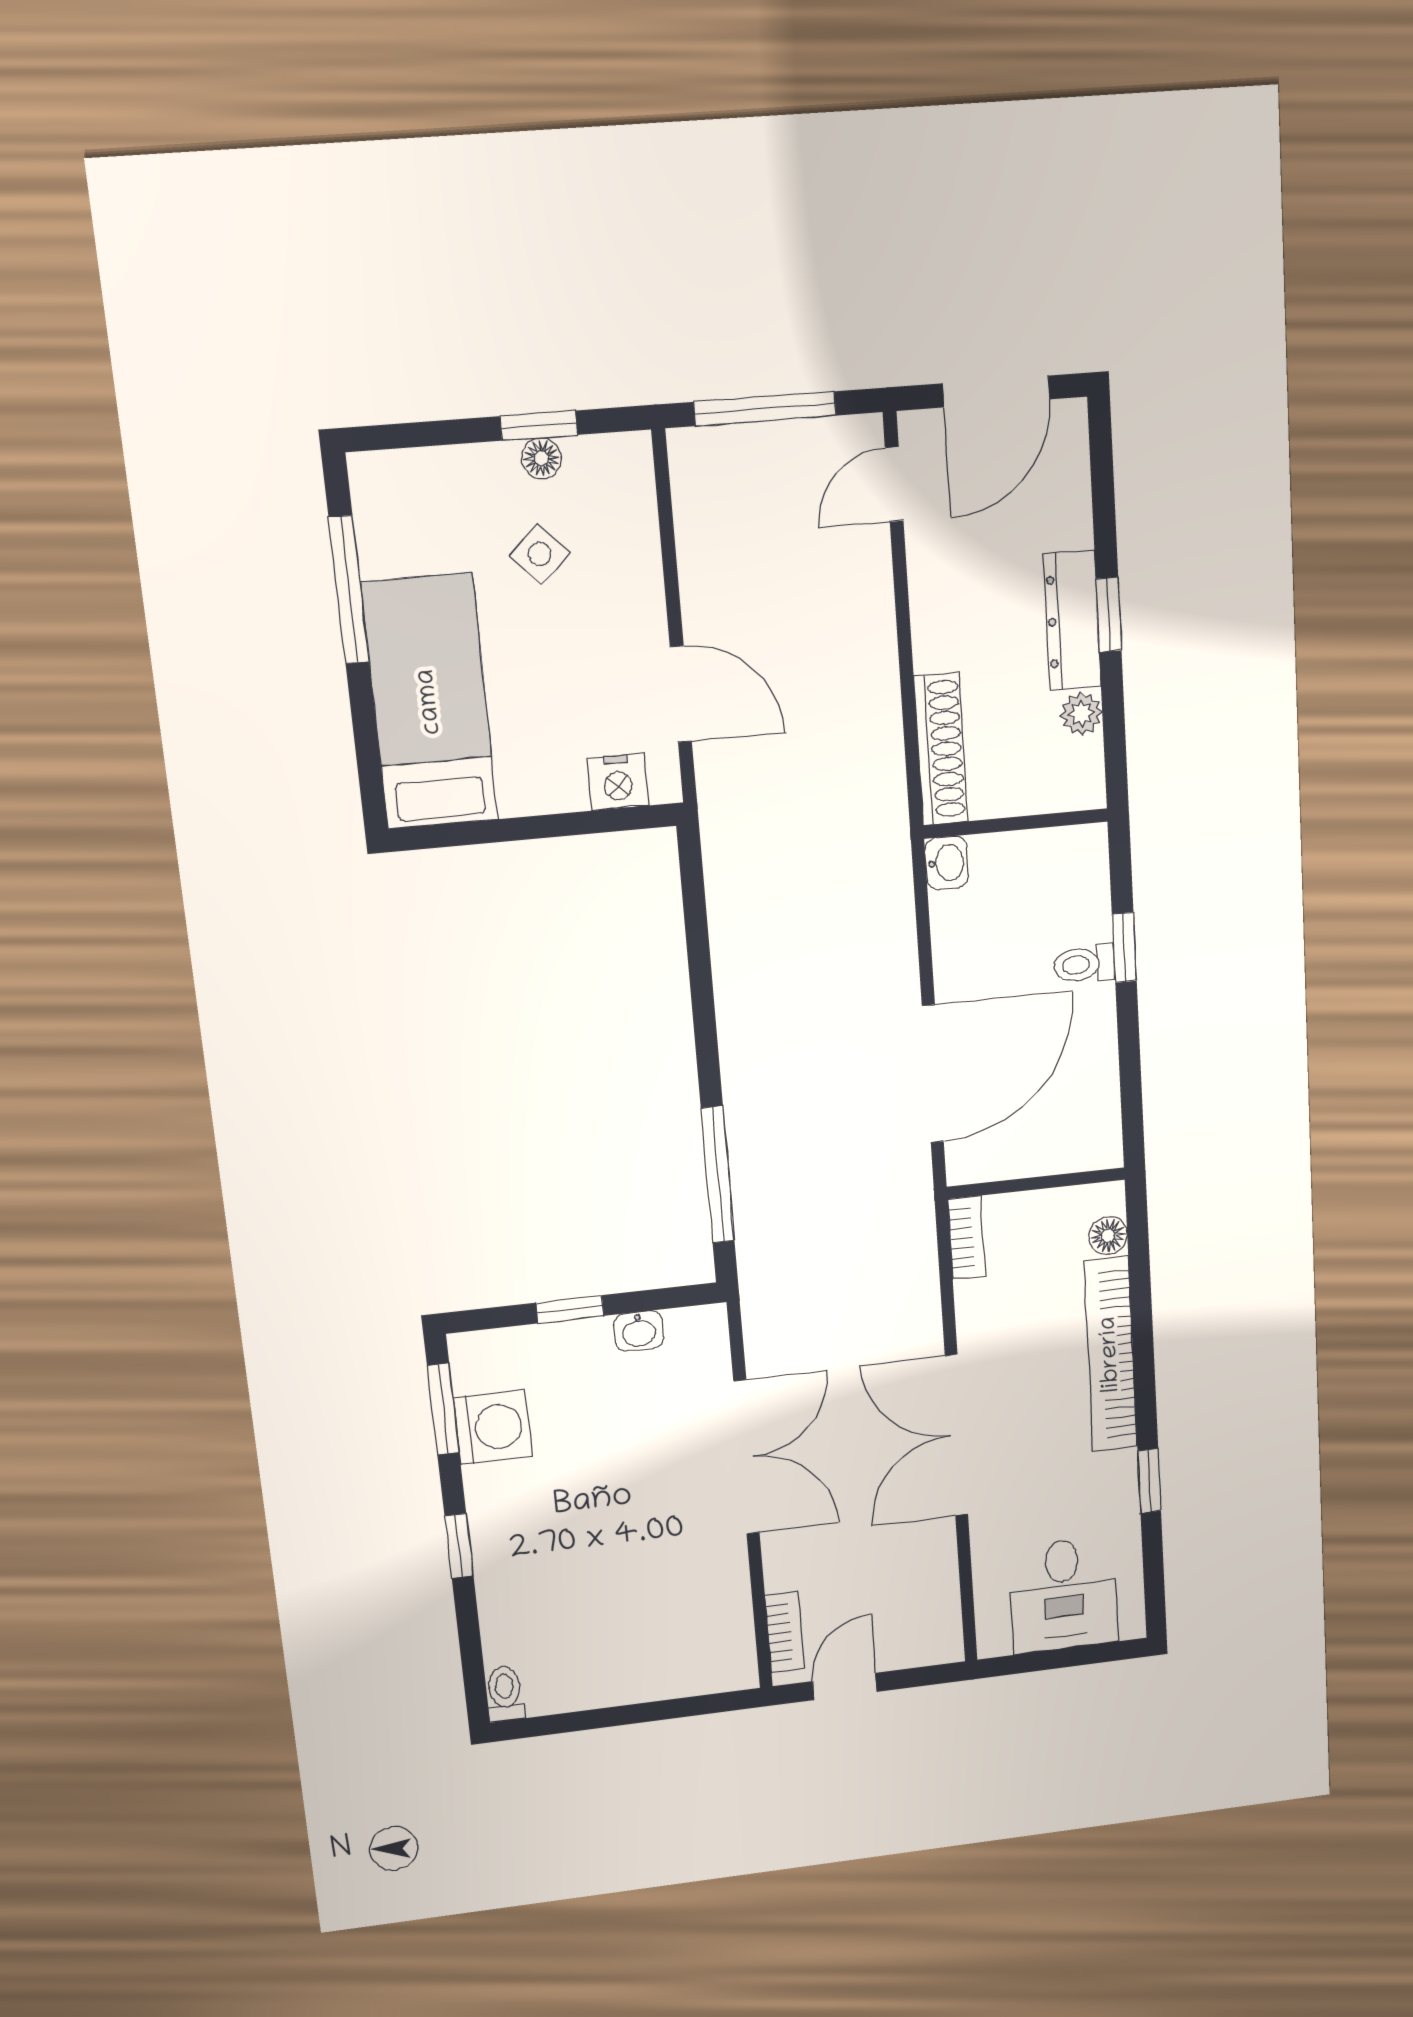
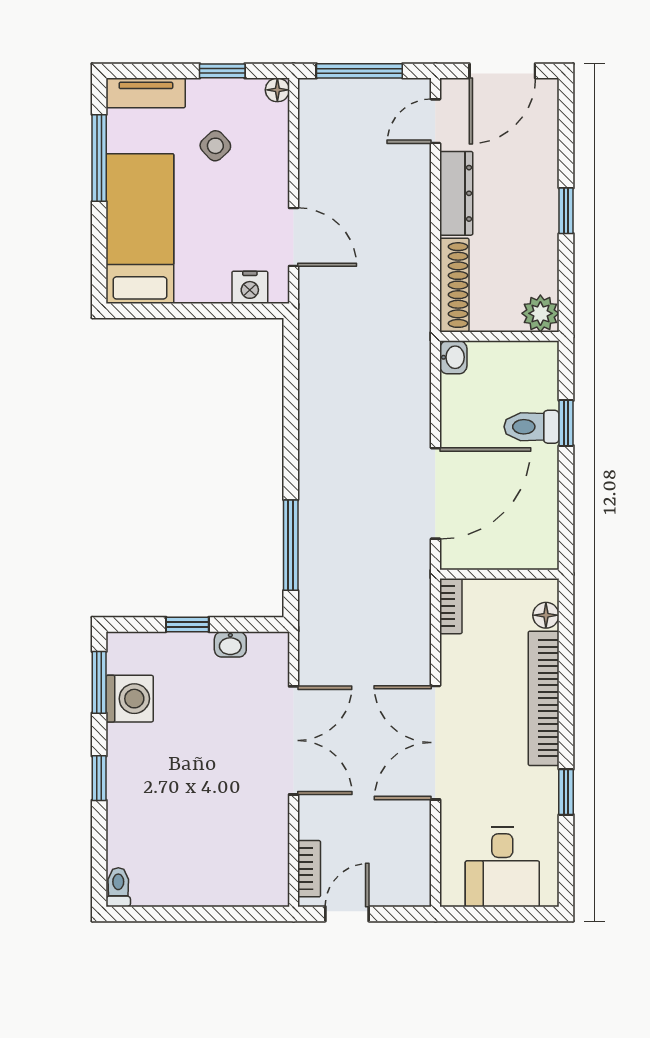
floor lamp: (542, 458) -> (277, 90), moved
tv unit: (415, 473) -> (146, 93), added
dresser: (1072, 621) -> (456, 193), moved, turned 180
plant: (1081, 714) -> (540, 313), moved, width x1.38, depth x1.38
toilet: (1084, 964) -> (532, 427), width x1.37, depth x1.39

